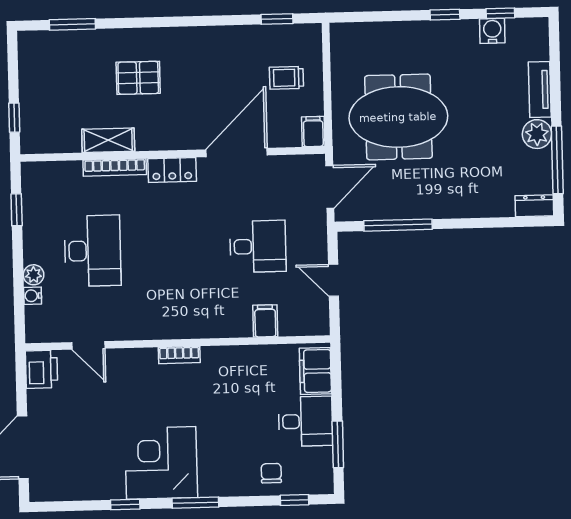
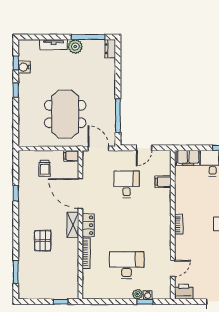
window: (277, 19) -> (16, 193), moved
shelving: (108, 140) -> (73, 225), moved
window: (17, 210) -> (145, 302), moved

